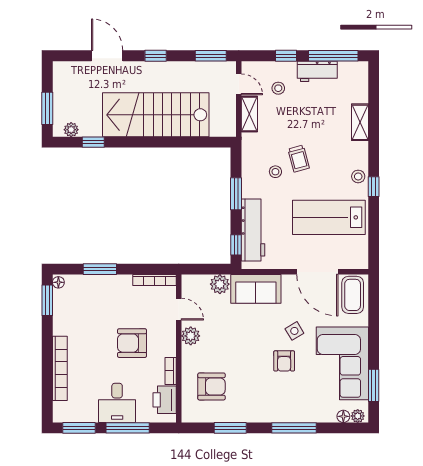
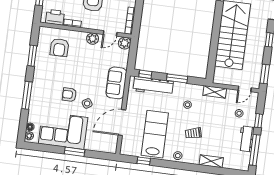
shelving: (249, 114) -> (215, 92), moved
trolley: (299, 159) -> (193, 133), moved
window: (374, 187) -> (144, 161), moved
plant: (220, 284) -> (125, 43), moved
coffee table: (353, 295) -> (105, 143), removed
window: (374, 385) -> (75, 152), moved

